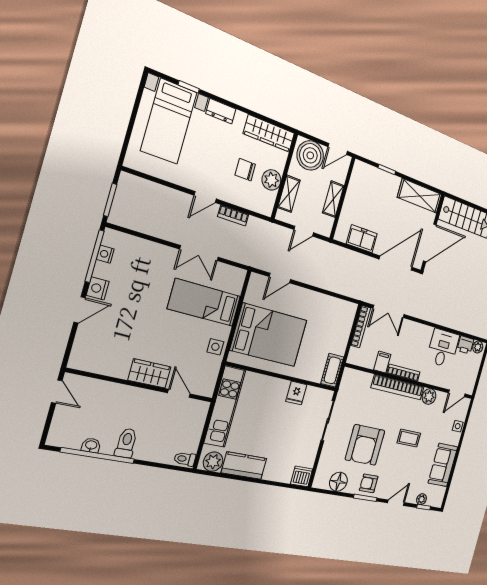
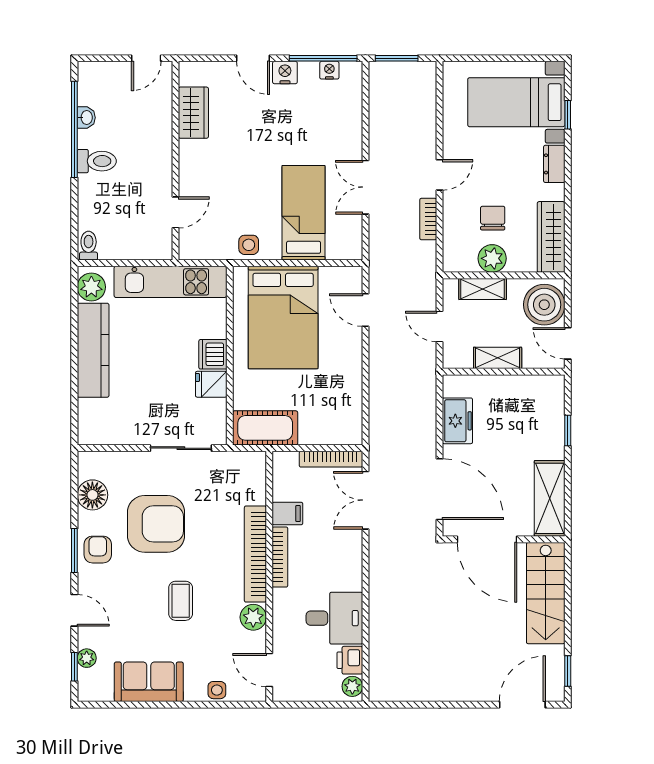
door: (205, 197) -> (439, 175), swing flipped
cot: (332, 370) -> (265, 428), width x1.37, depth x1.34
wardrobe: (149, 373) -> (193, 113), moved
armchair: (365, 445) -> (156, 524), turned 180
kitchen counter: (244, 466) -> (93, 350), width x1.50
dishwasher: (302, 476) -> (213, 354), moved, turned 180

